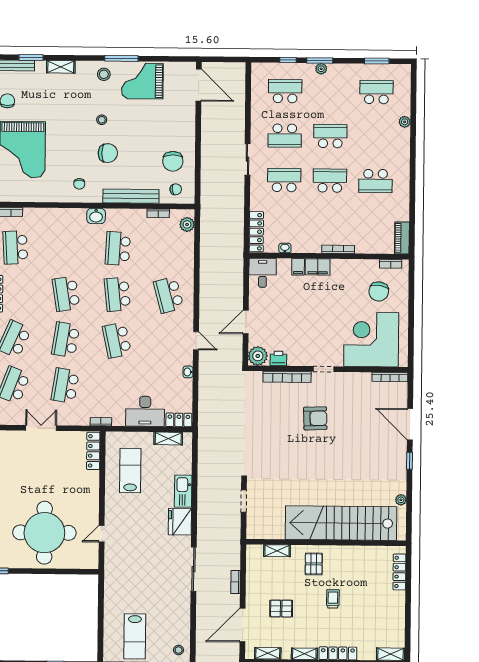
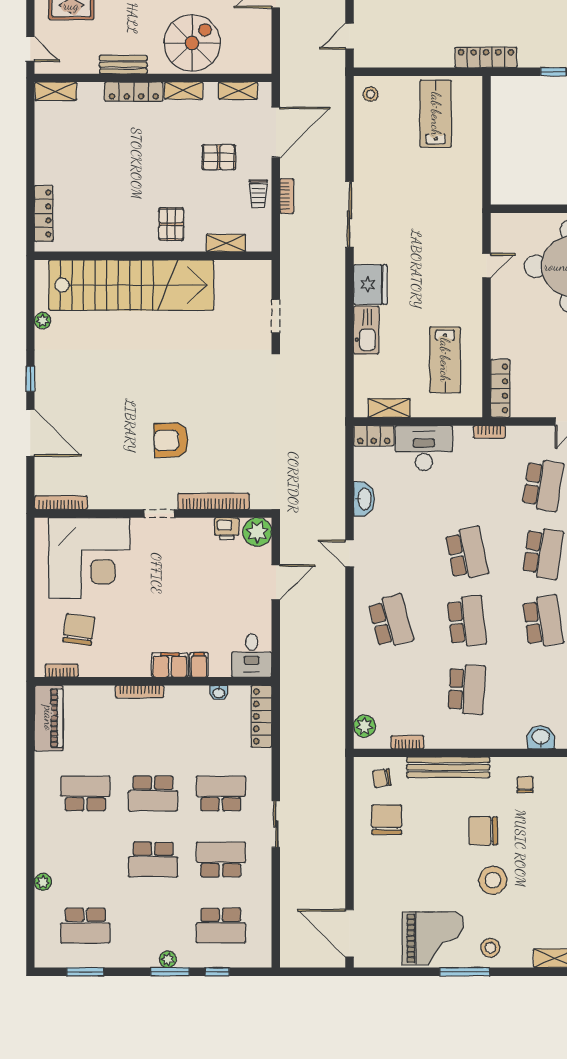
stool: (102, 120) -> (493, 880), width x1.89, depth x1.89
school desk: (284, 180) -> (221, 793), turned 180
washbasin: (96, 216) -> (541, 737), moved
piano: (402, 238) -> (49, 718), width x1.37, depth x1.33
washbasin: (188, 372) -> (364, 499), width x1.91, depth x1.45
trolley: (333, 599) -> (258, 194), moved

